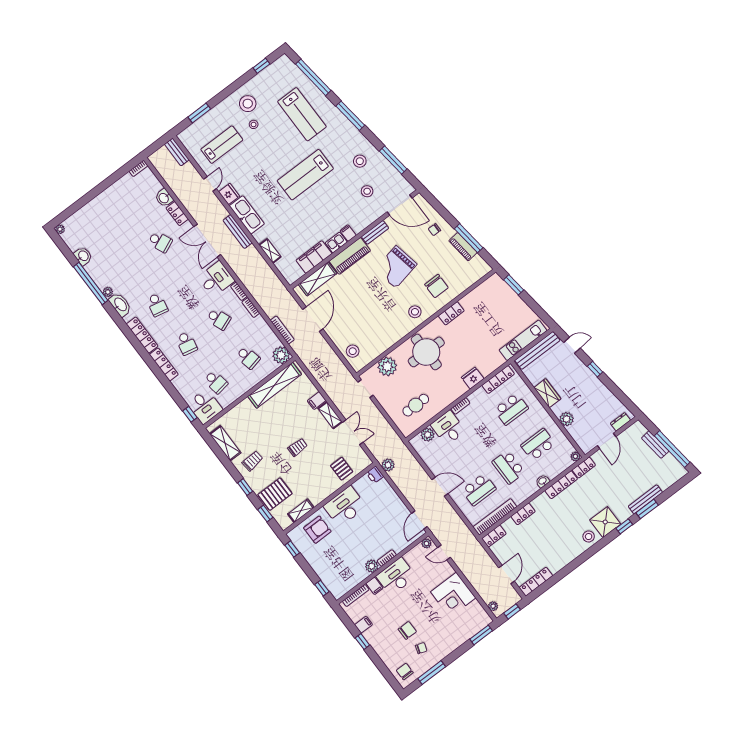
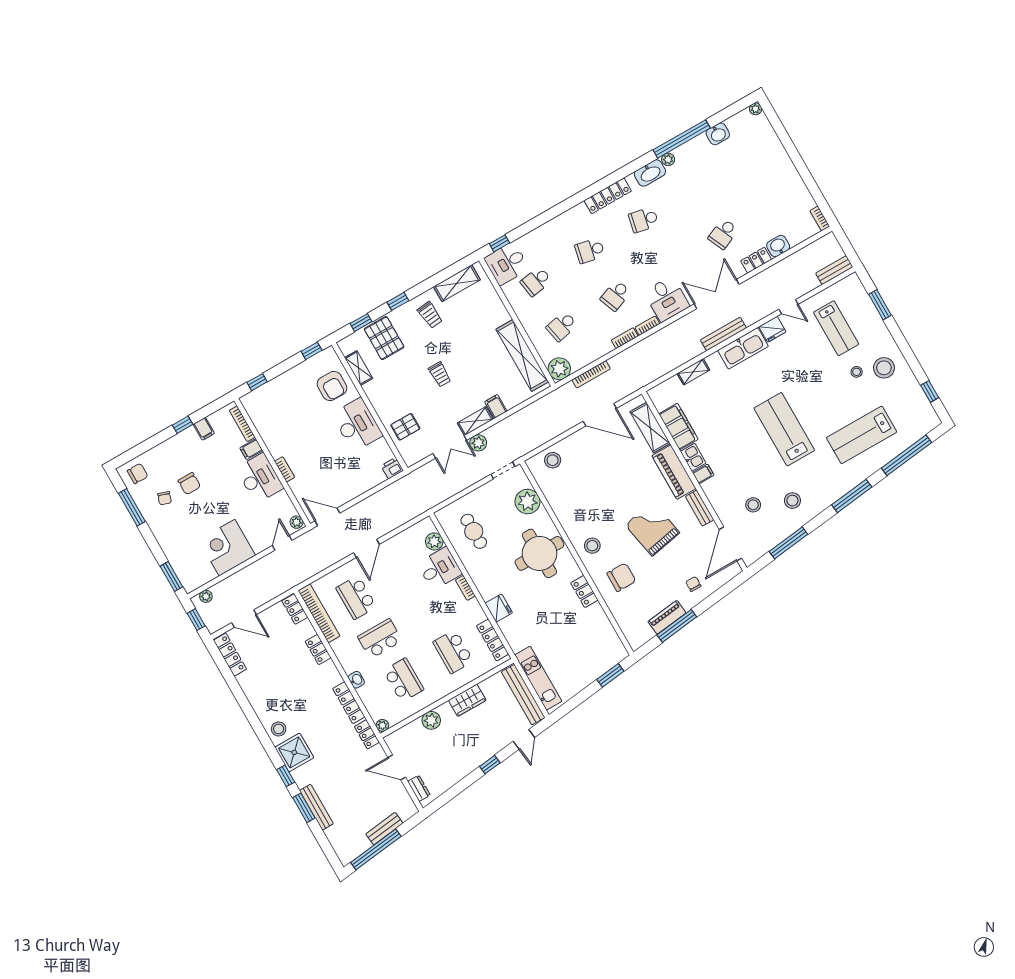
chair: (436, 286) -> (621, 577), turned 180
locker: (164, 365) -> (567, 218), removed
plant: (388, 465) -> (478, 443), moved
plant: (372, 566) -> (277, 449), removed

